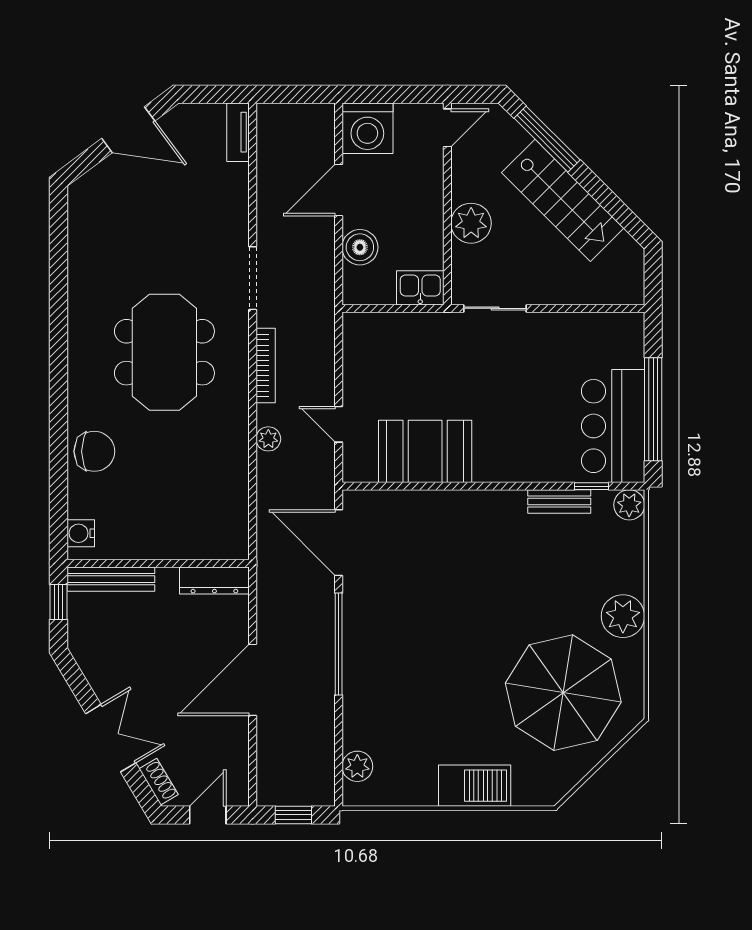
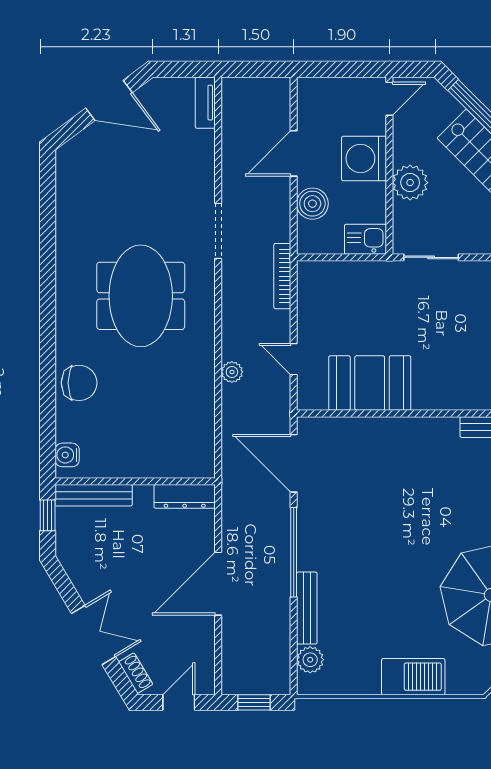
washing machine: (367, 128) -> (364, 159), moved, turned 90
bookcase: (266, 365) -> (282, 276), moved, turned 180
bench: (354, 708) -> (307, 608), added

